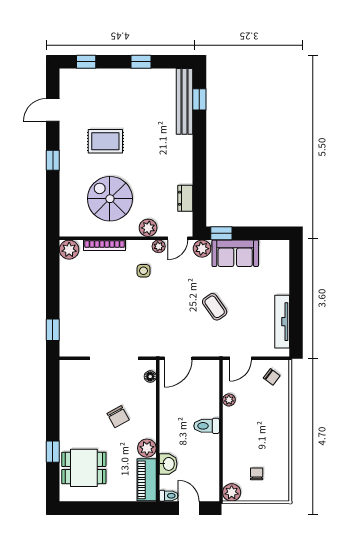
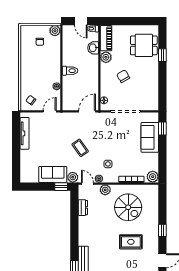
door: (178, 238) -> (87, 184), hinge flipped
coffee table: (215, 307) -> (80, 148), moved
sofa: (74, 315) -> (150, 137), added

